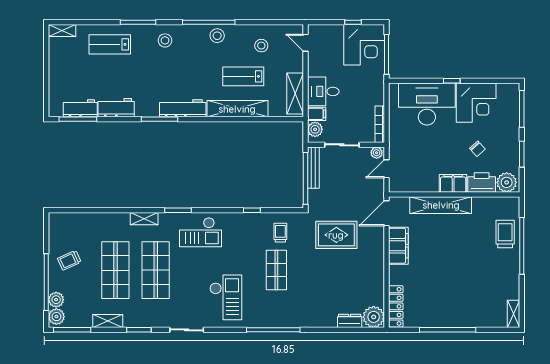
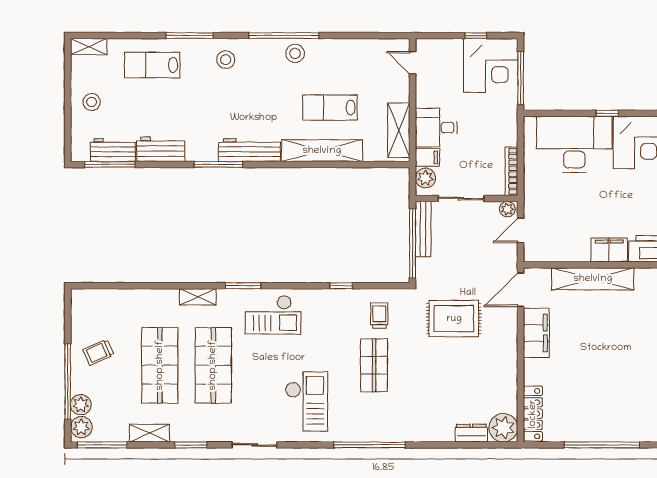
stool: (261, 46) -> (92, 102), moved
chair: (477, 149) -> (641, 204), removed

